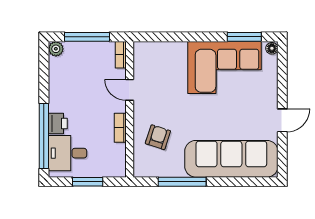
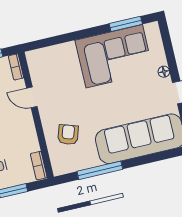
floor lamp: (272, 48) -> (164, 72), moved
bookcase: (120, 128) -> (39, 166), moved

